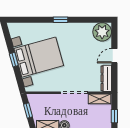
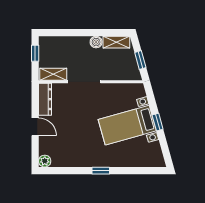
plant: (102, 32) -> (45, 161), width x0.53, depth x0.53
door: (114, 56) -> (35, 127), hinge flipped
bed with nightstands: (39, 57) -> (127, 125), width x0.73

